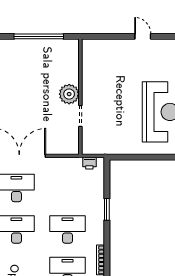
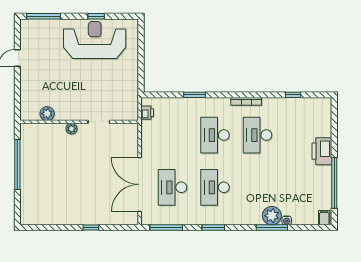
plant: (89, 65) -> (47, 114), added
plant: (69, 94) -> (72, 129), width x0.53, depth x0.53

